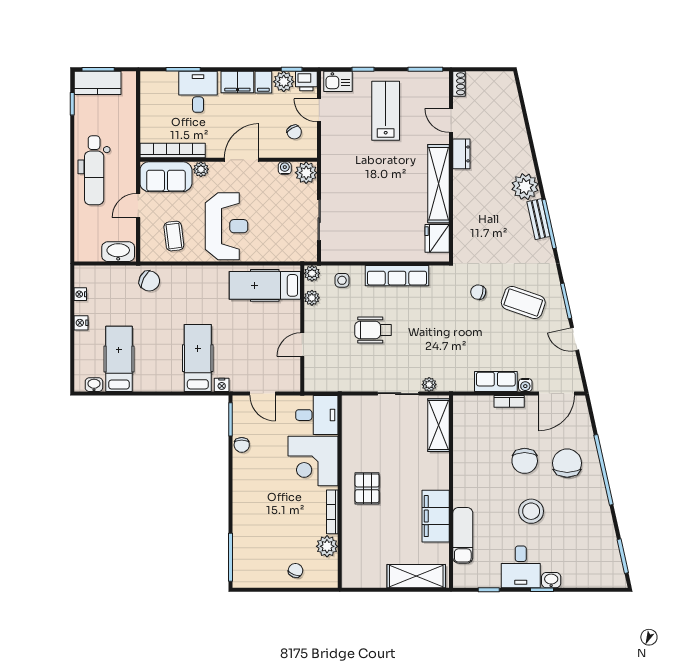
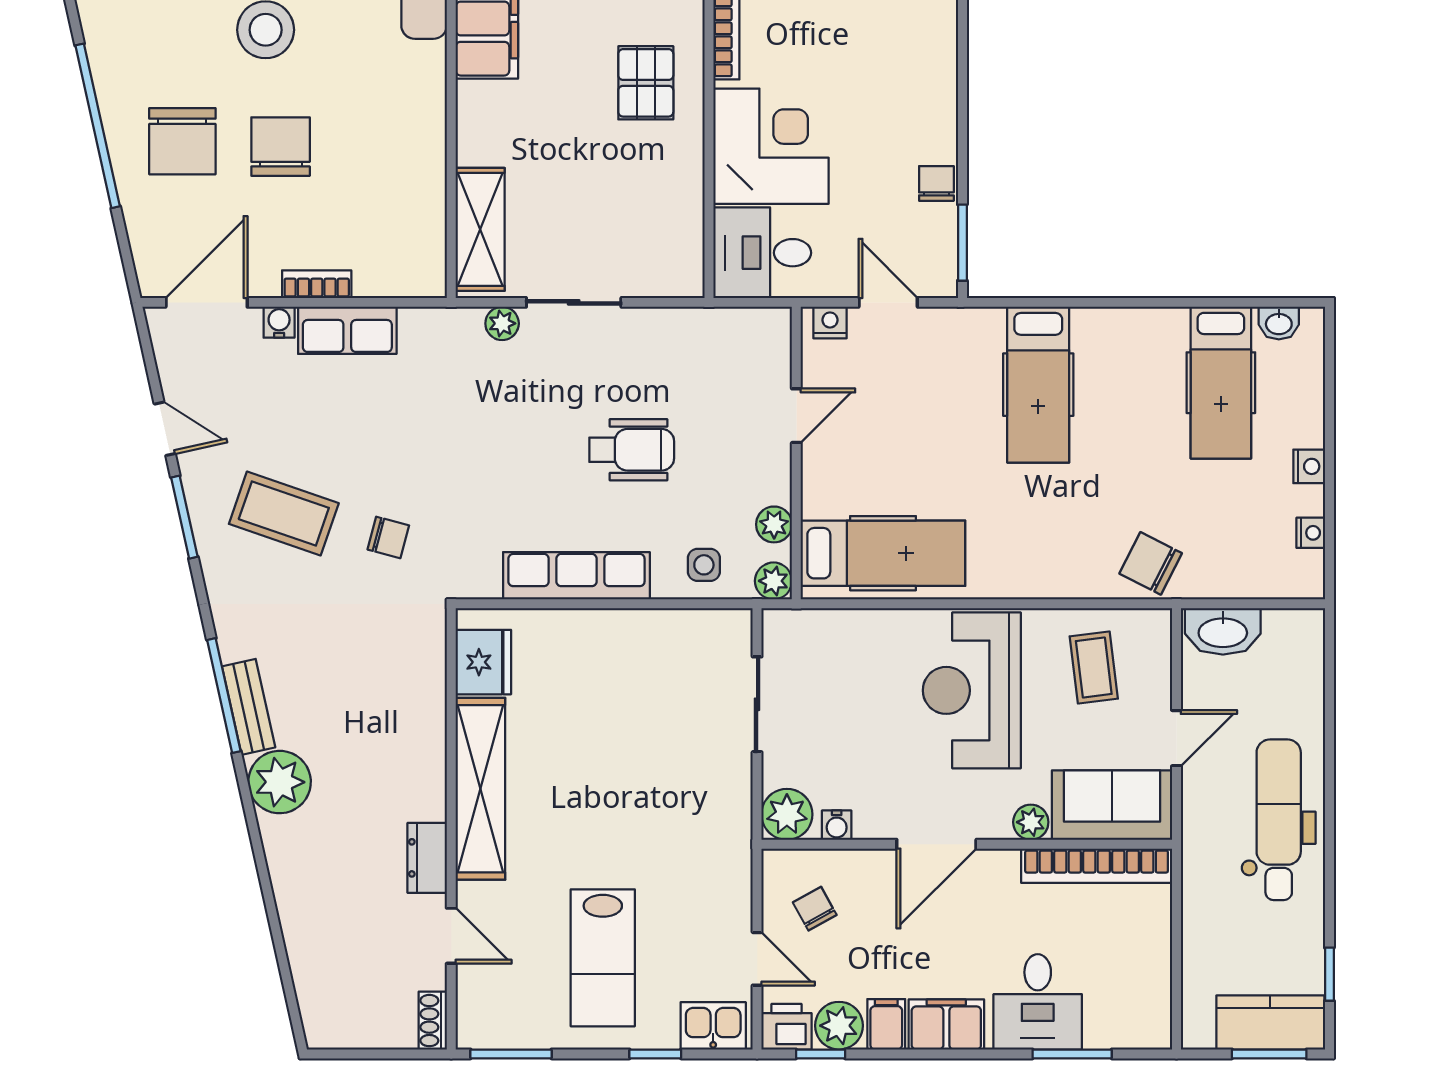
nightstand: (222, 385) -> (830, 323), moved

